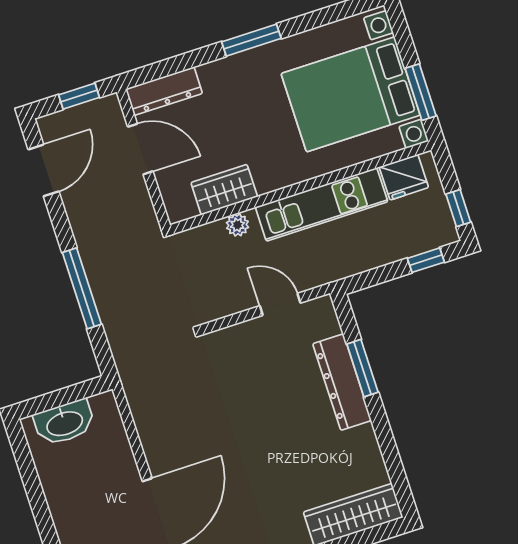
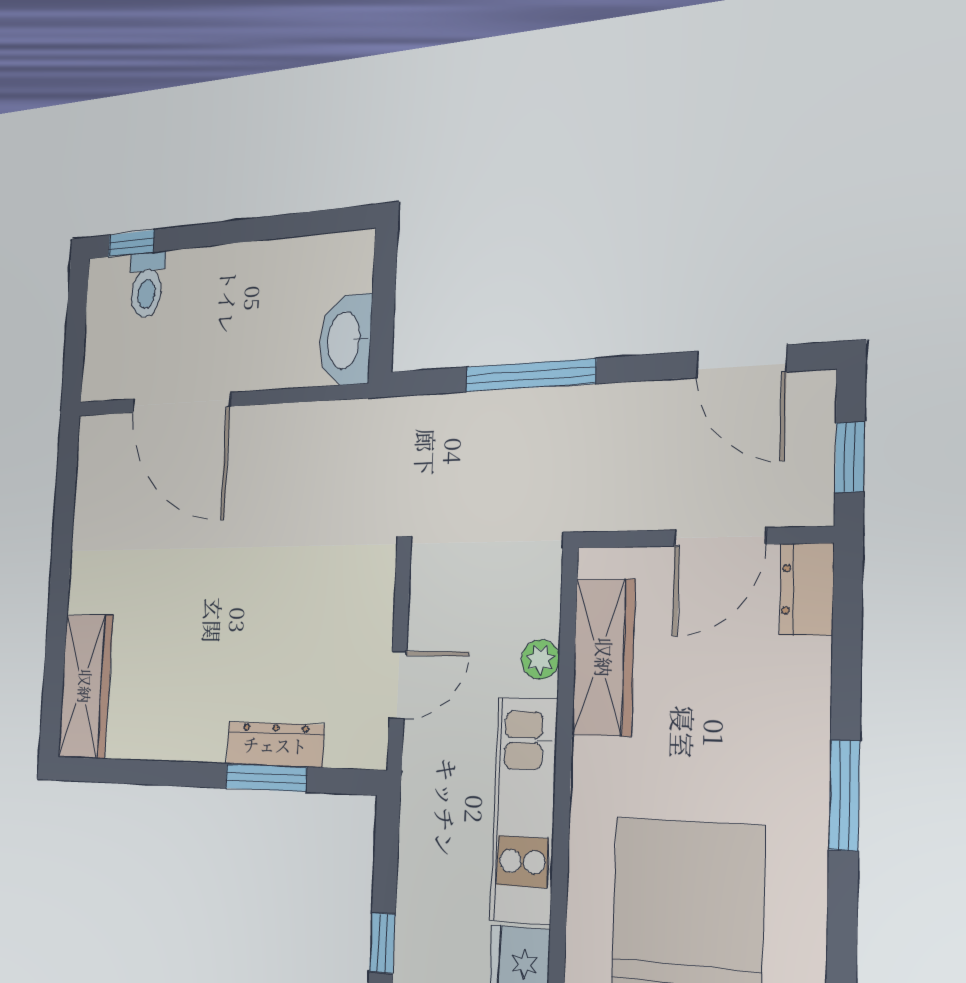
dresser: (164, 91) -> (807, 589), width x0.70
wardrobe: (224, 190) -> (604, 657), width x1.50
dresser: (342, 382) -> (275, 745), width x0.73, depth x0.80
washbasin: (64, 423) -> (345, 340), moved

